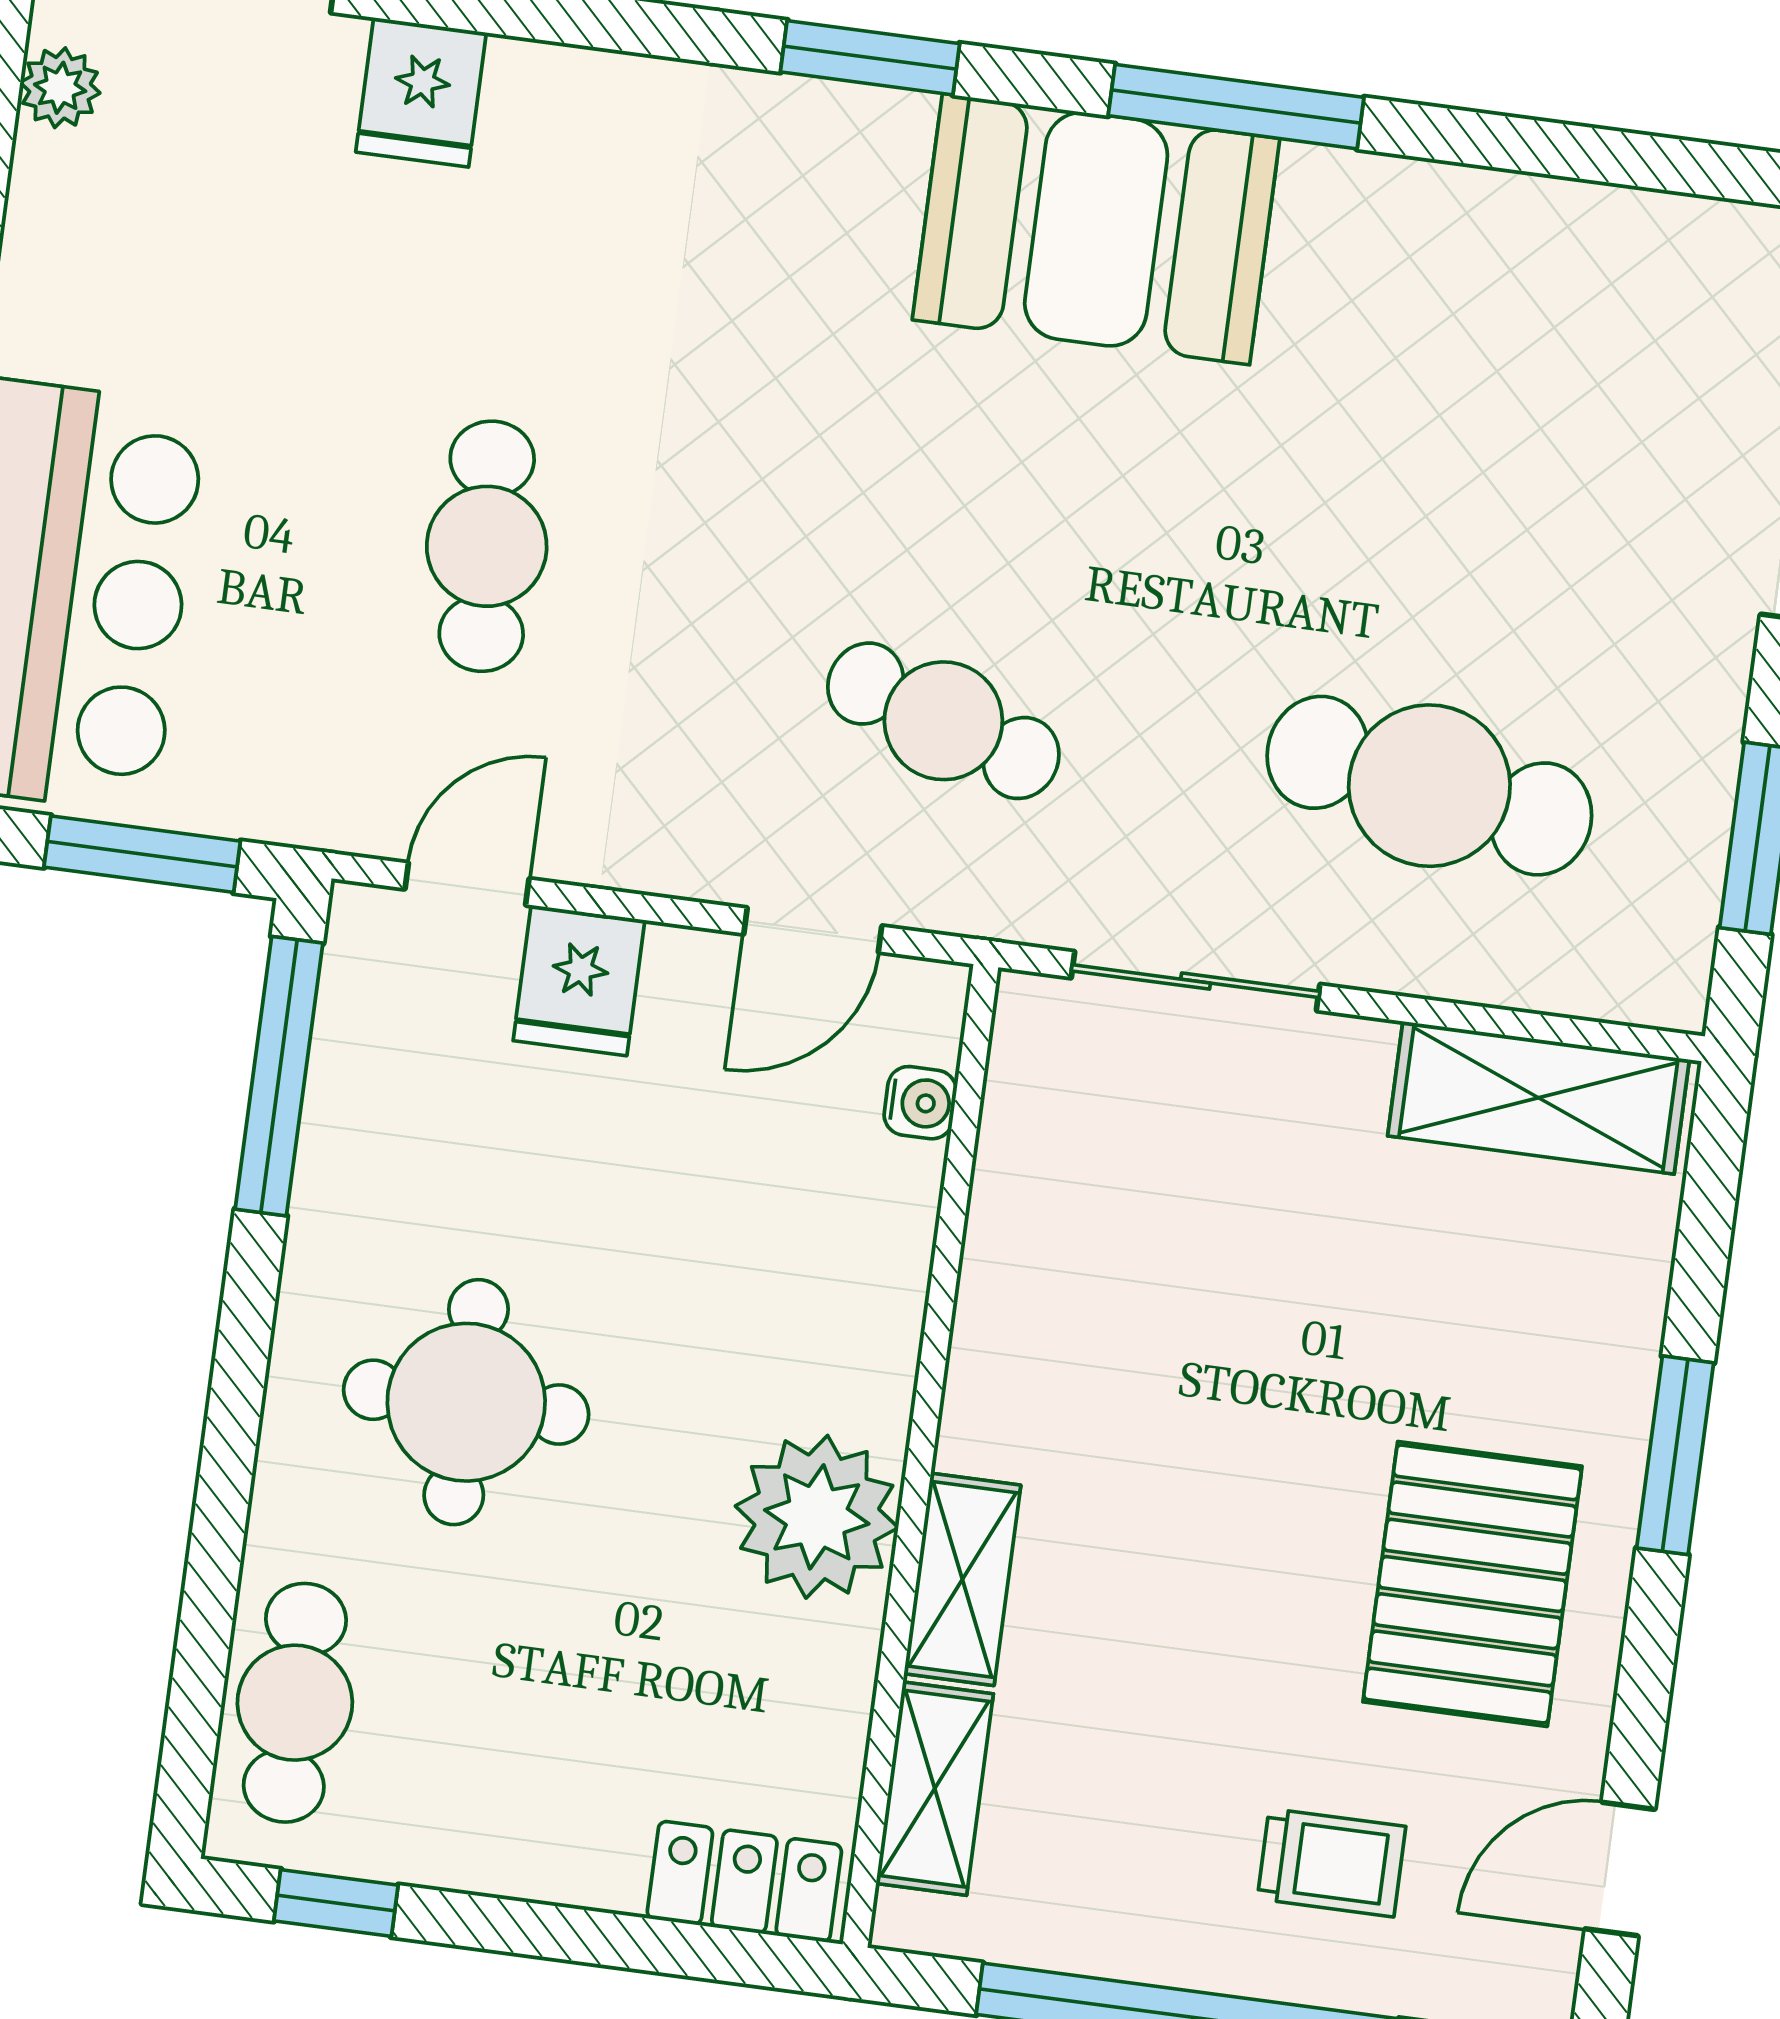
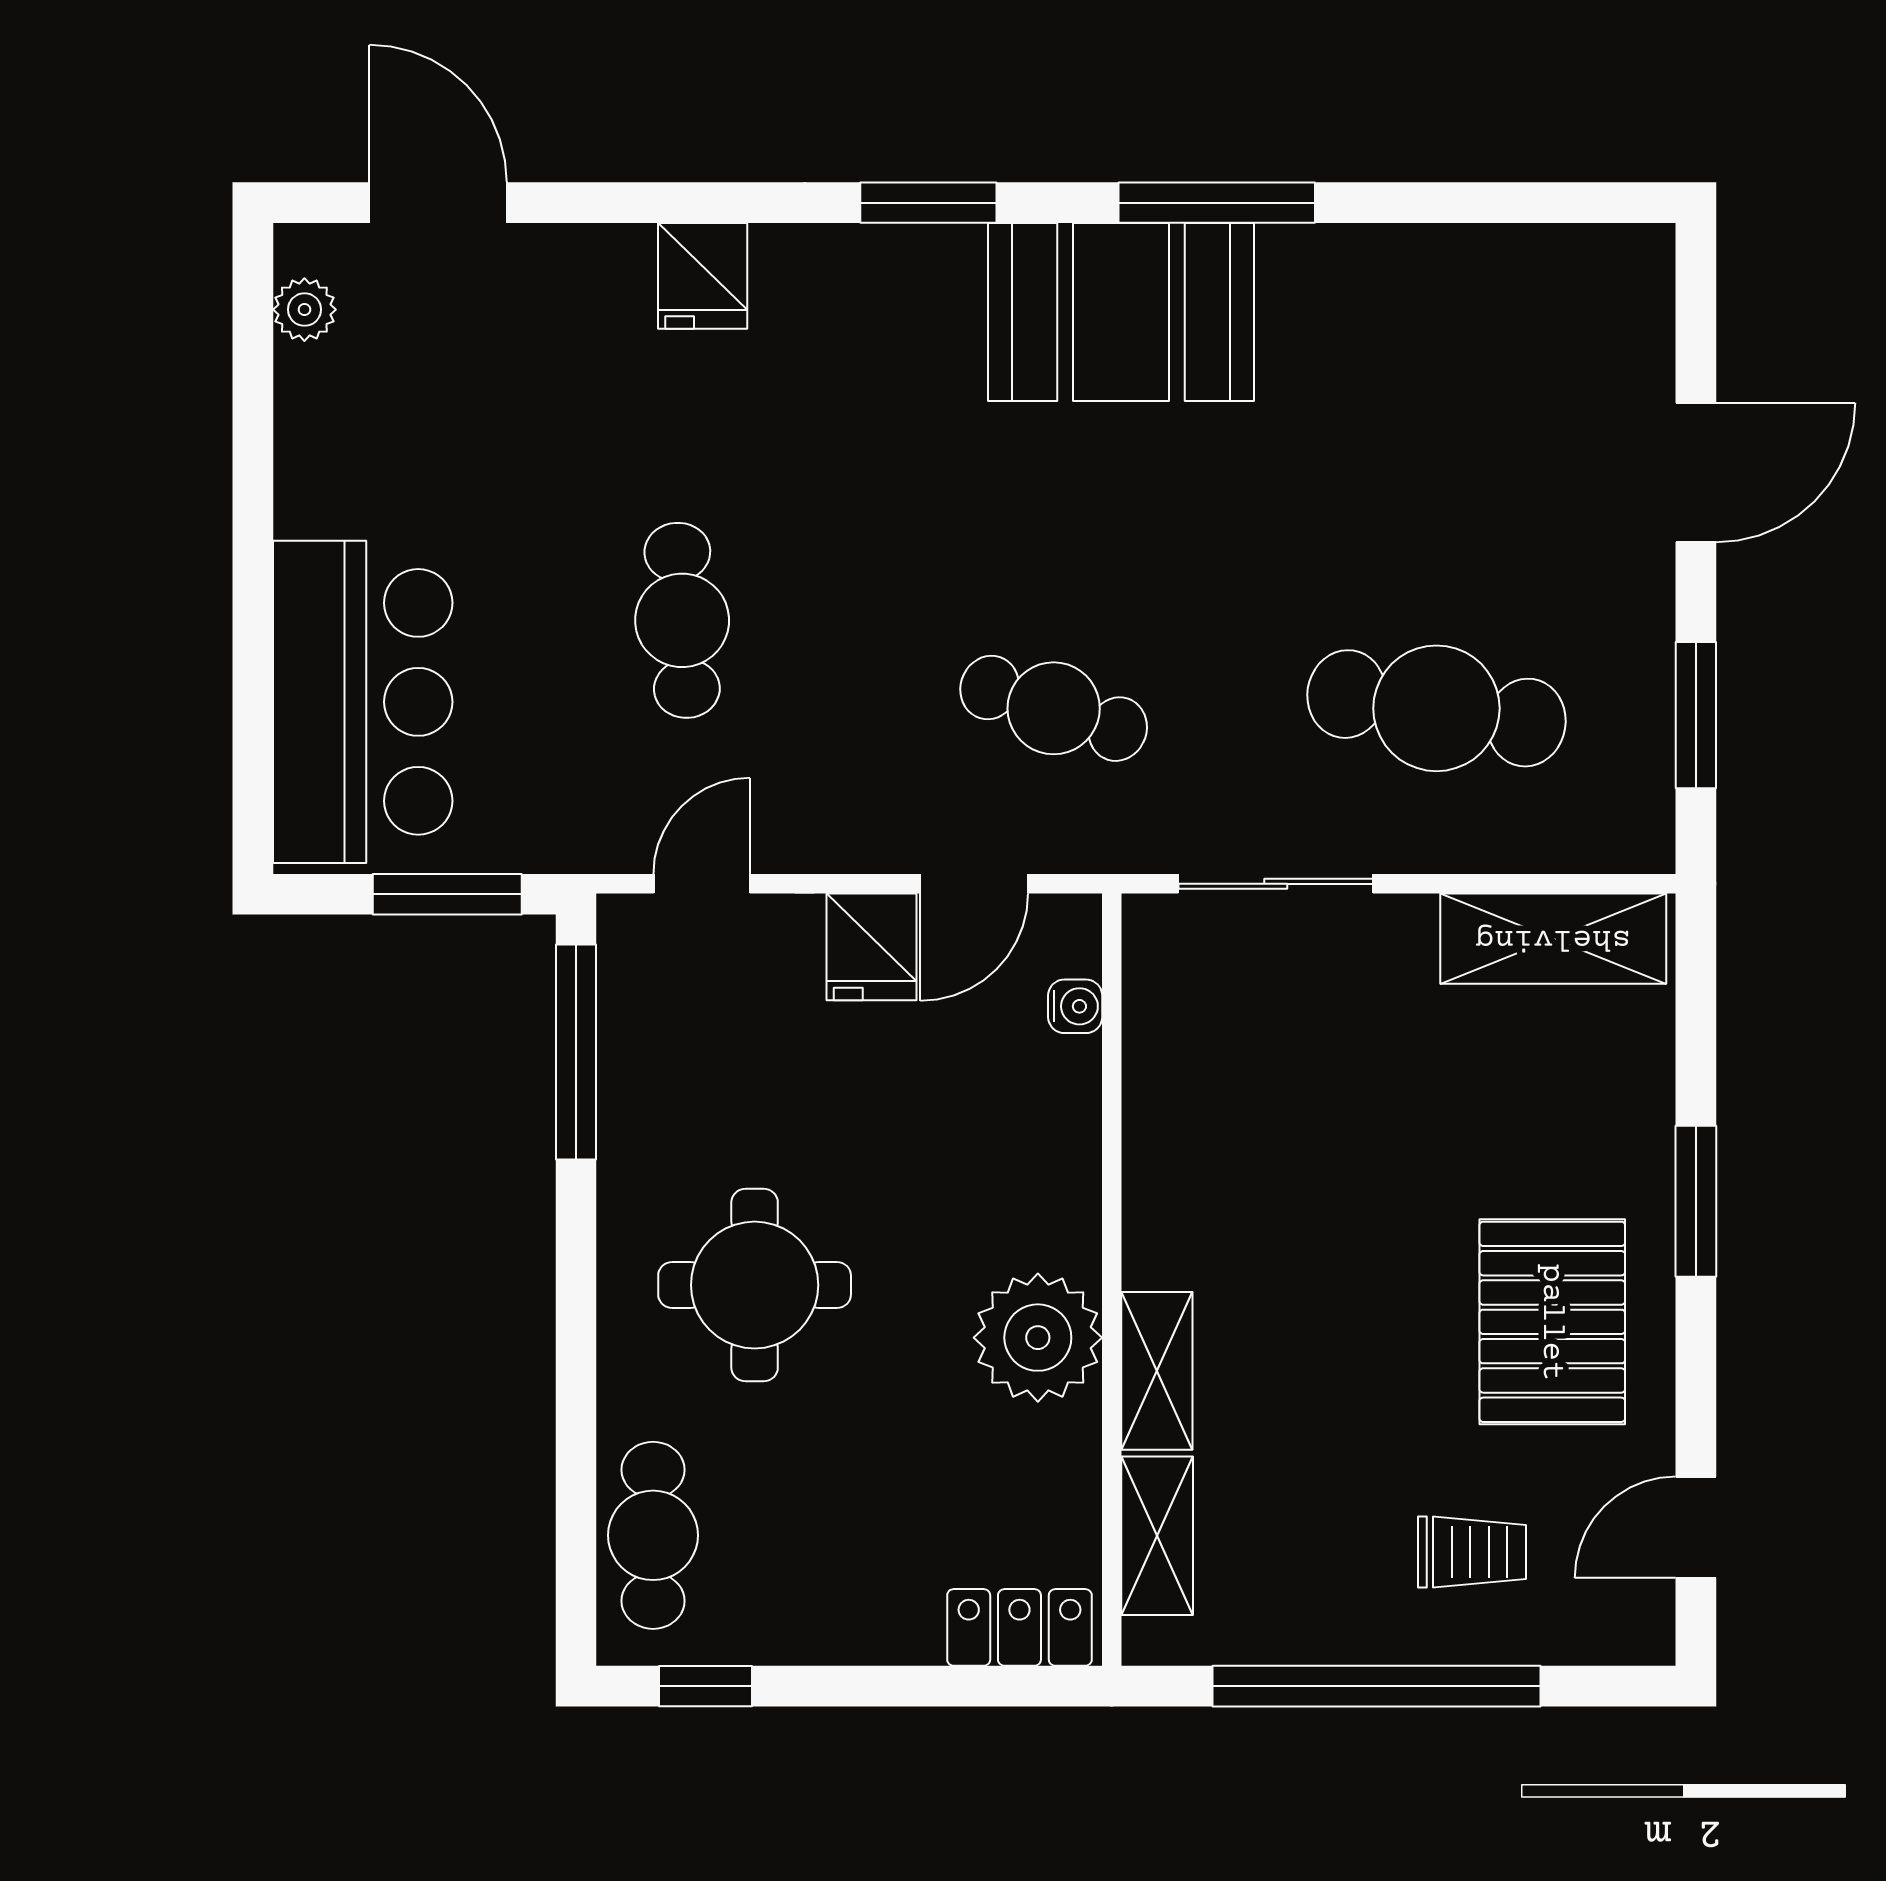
fridge: (421, 92) -> (703, 276), moved
fridge: (579, 980) -> (872, 947), moved

